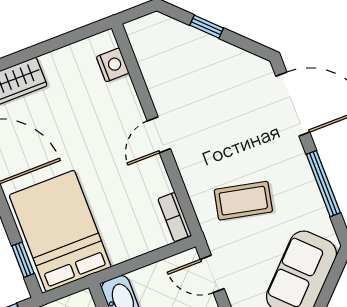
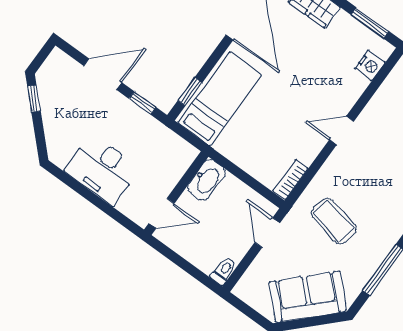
window: (70, 38) -> (370, 23), added
bed: (60, 231) -> (220, 99), width x0.67

